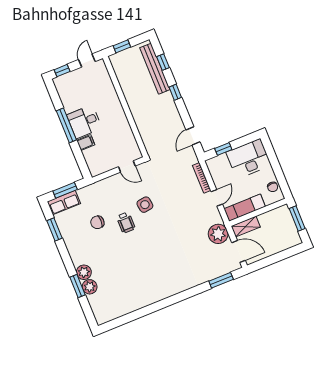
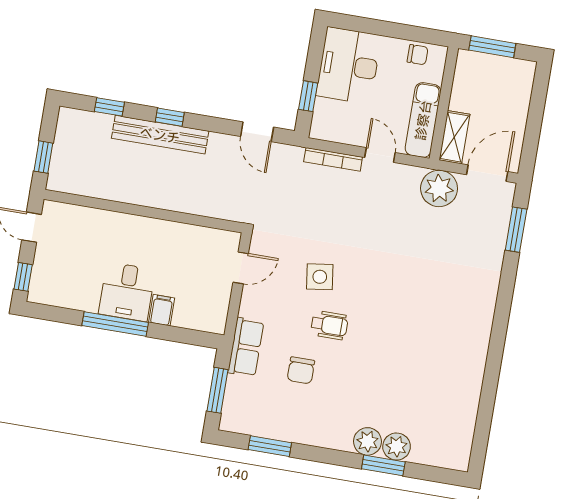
bench: (155, 69) -> (160, 135), moved
row of seats: (64, 203) -> (246, 347), moved

